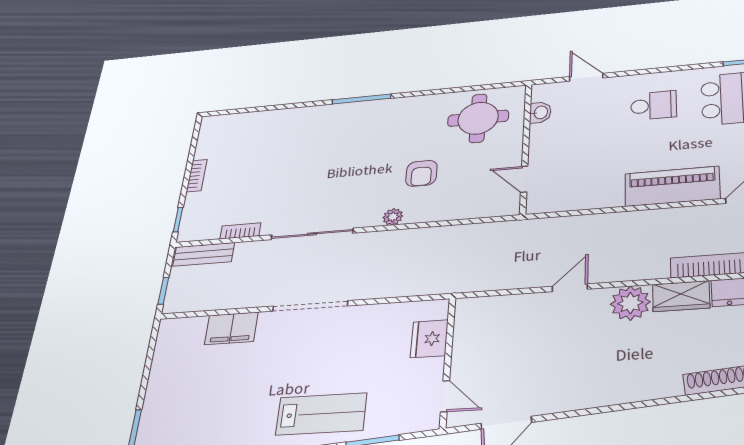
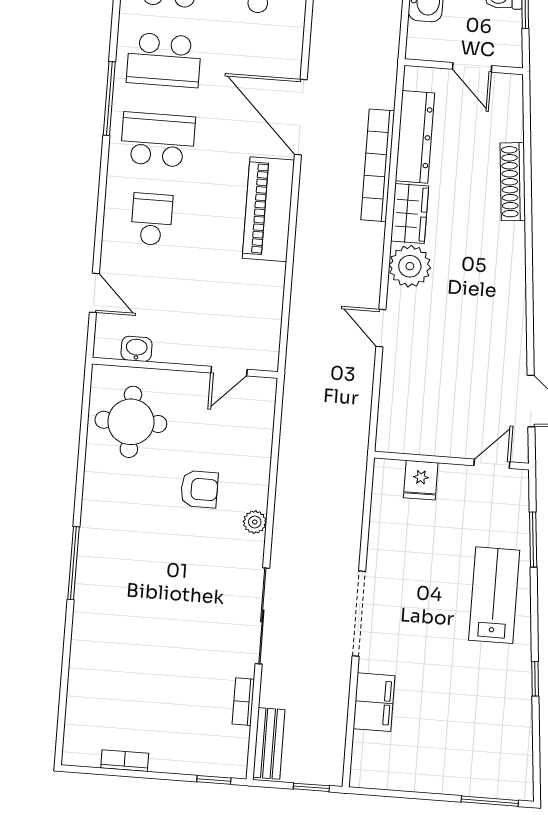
door: (586, 77) -> (94, 293), swing flipped
bookcase: (197, 176) -> (125, 761), moved
fridge: (429, 339) -> (421, 480), width x0.72

